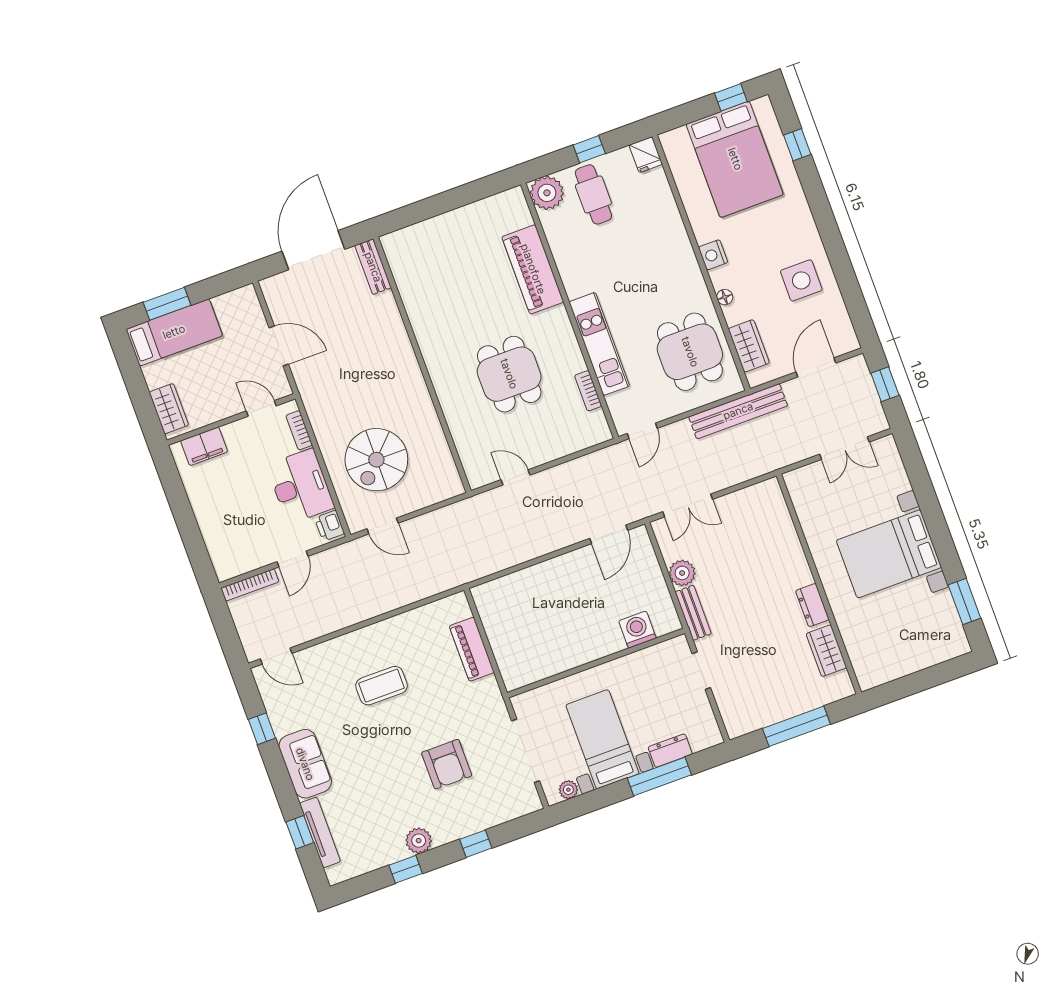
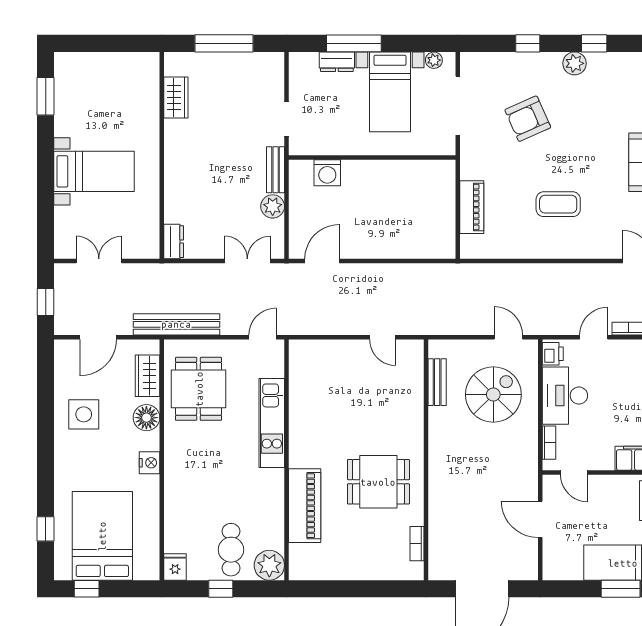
bench: (373, 267) -> (437, 382), moved
floor lamp: (725, 297) -> (146, 418), width x1.89, depth x1.89
dining table: (509, 374) -> (378, 482), moved, turned 90
bookcase: (588, 391) -> (417, 544), moved, turned 180
bed with nightstands: (889, 554) -> (94, 171), width x0.73
dresser: (812, 605) -> (174, 242), moved
armchair: (447, 764) -> (528, 119), turned -114

